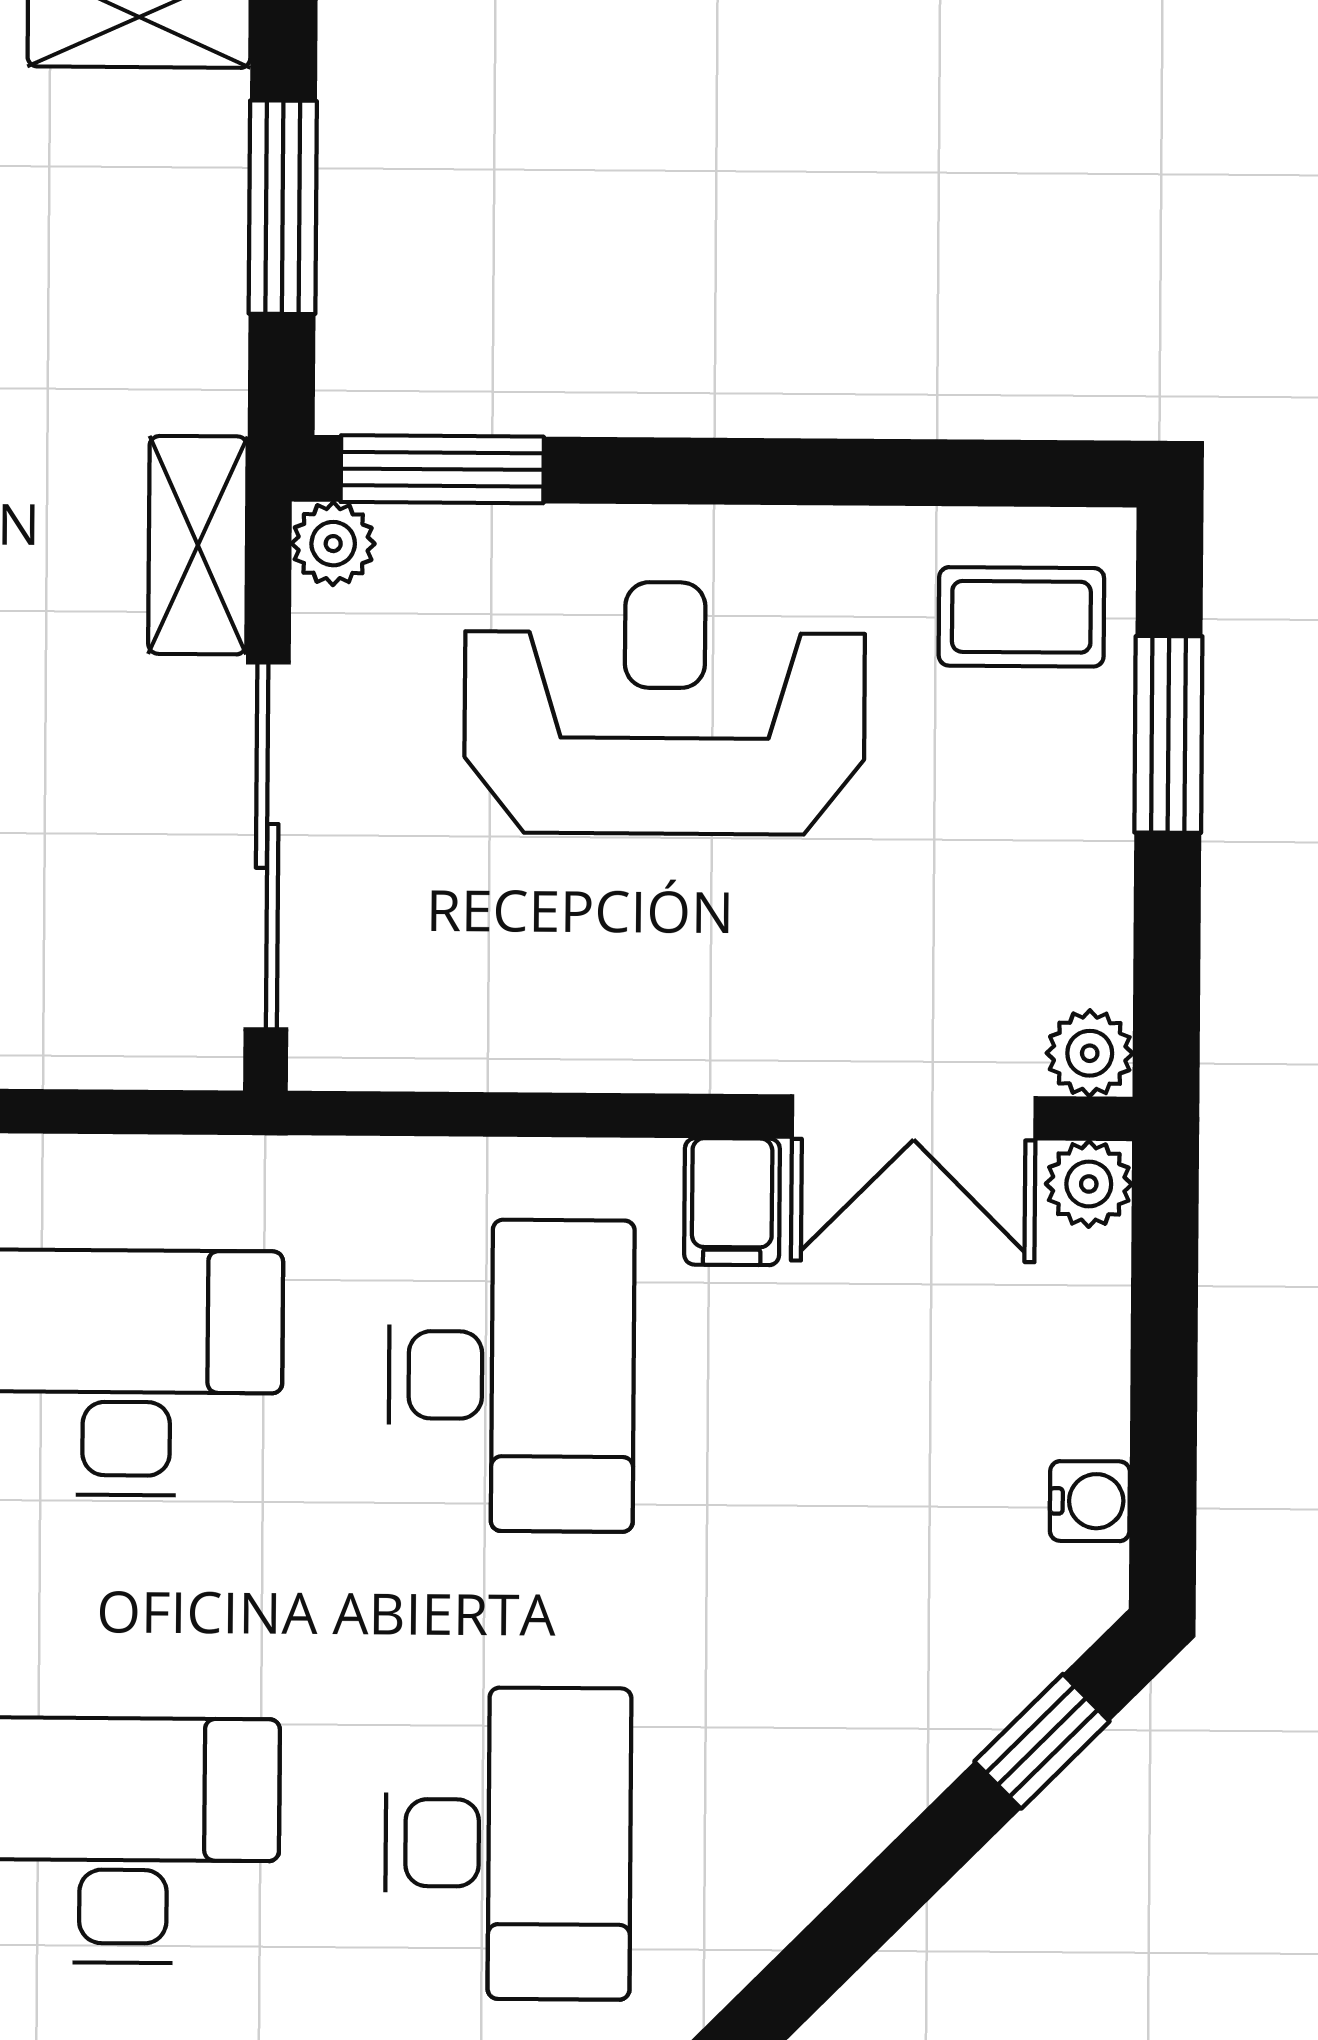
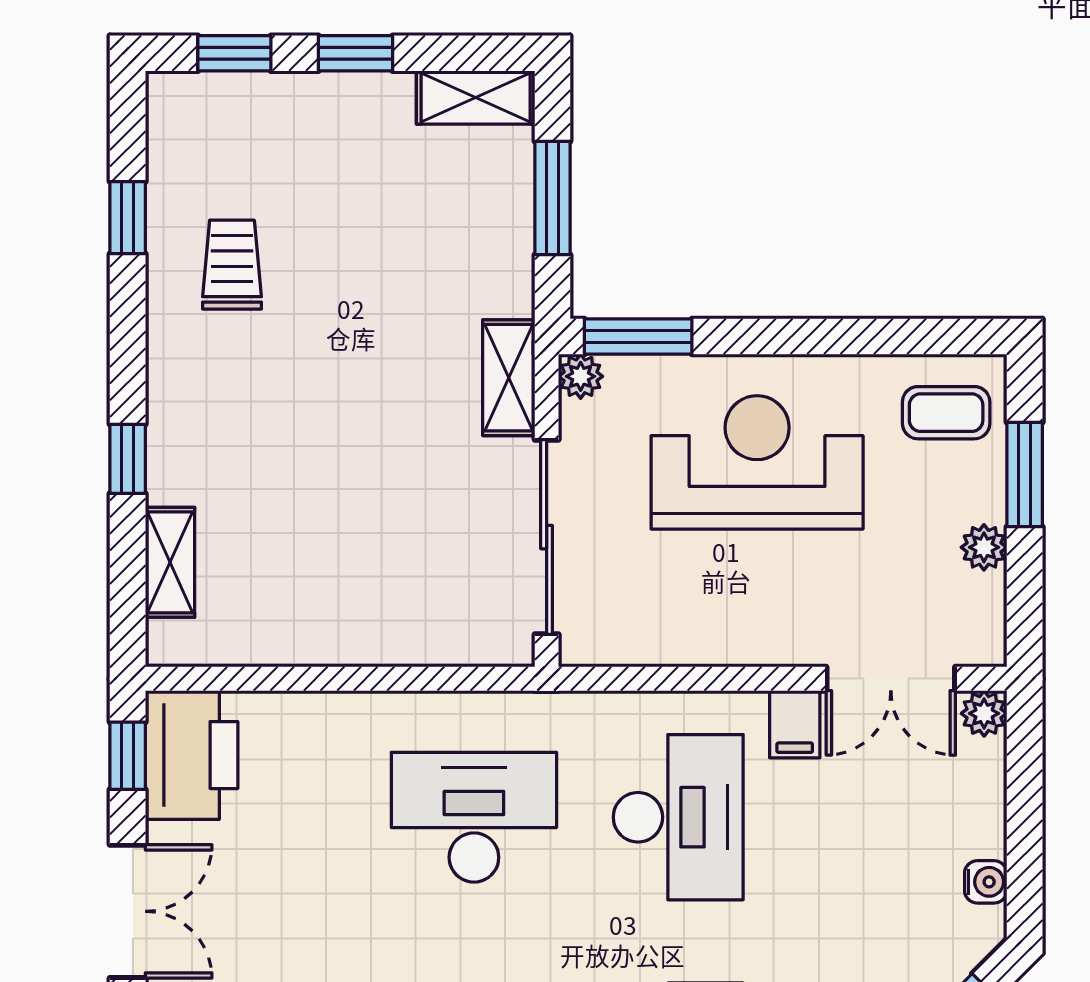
plant: (1090, 1053) -> (984, 547), moved

